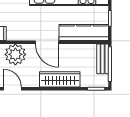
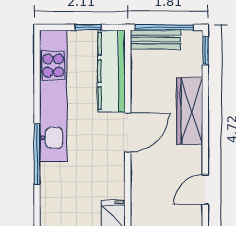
plant: (15, 54) -> (148, 185), removed

